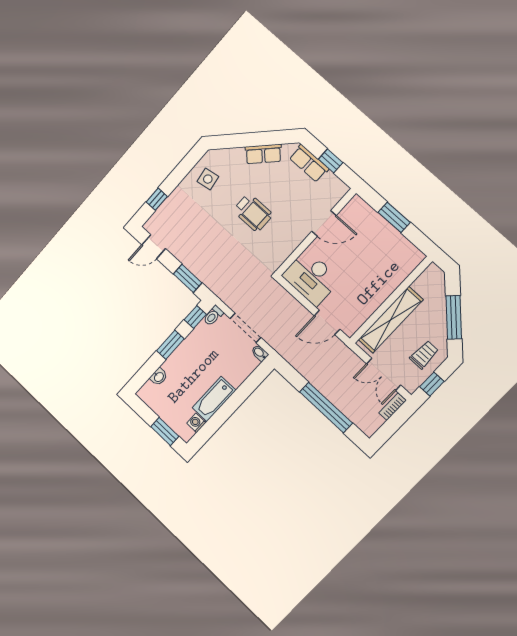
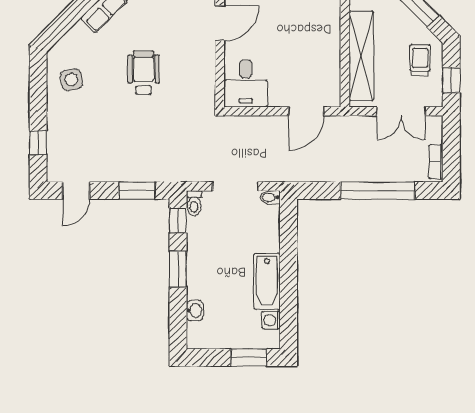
wheelchair: (253, 213) -> (144, 73), turned -90
desk: (311, 278) -> (246, 84), width x0.73
bookcase: (393, 407) -> (436, 162), moved

